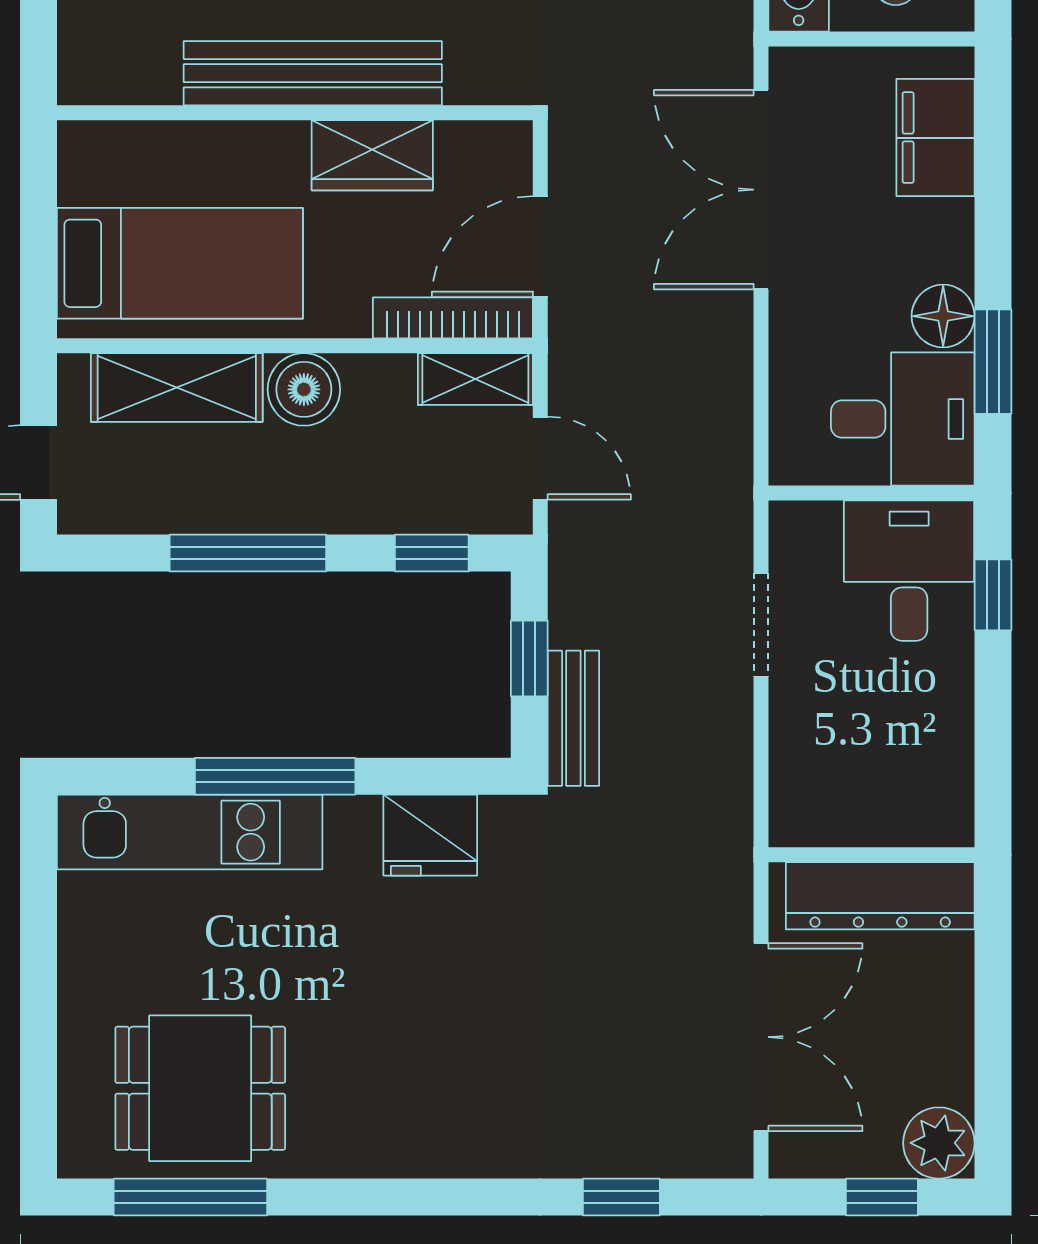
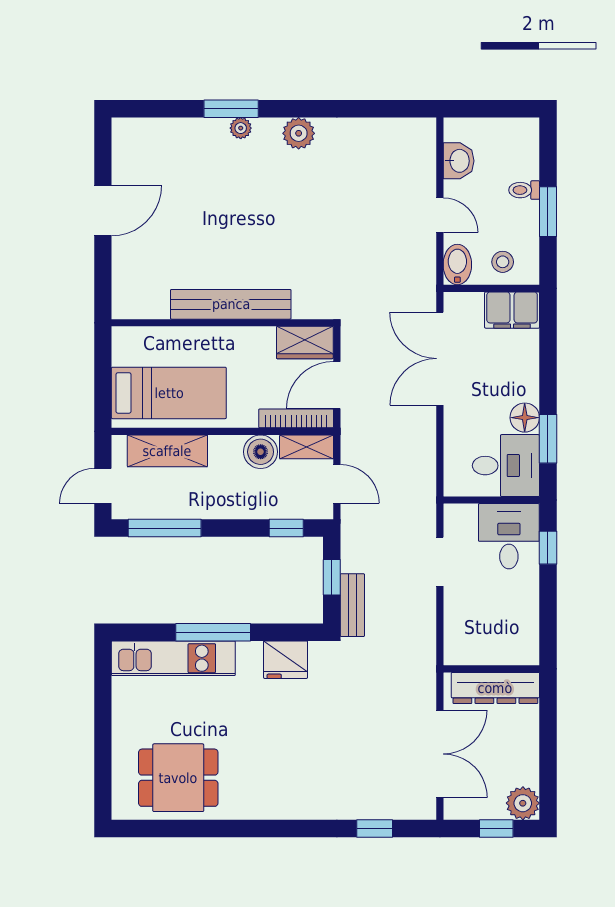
filing cabinet: (935, 138) -> (512, 310), moved, turned -90
wardrobe: (372, 155) -> (305, 342), moved
boiler: (304, 389) -> (261, 452), moved
window: (248, 553) -> (165, 528), moved
window: (190, 1197) -> (174, 828), removed

